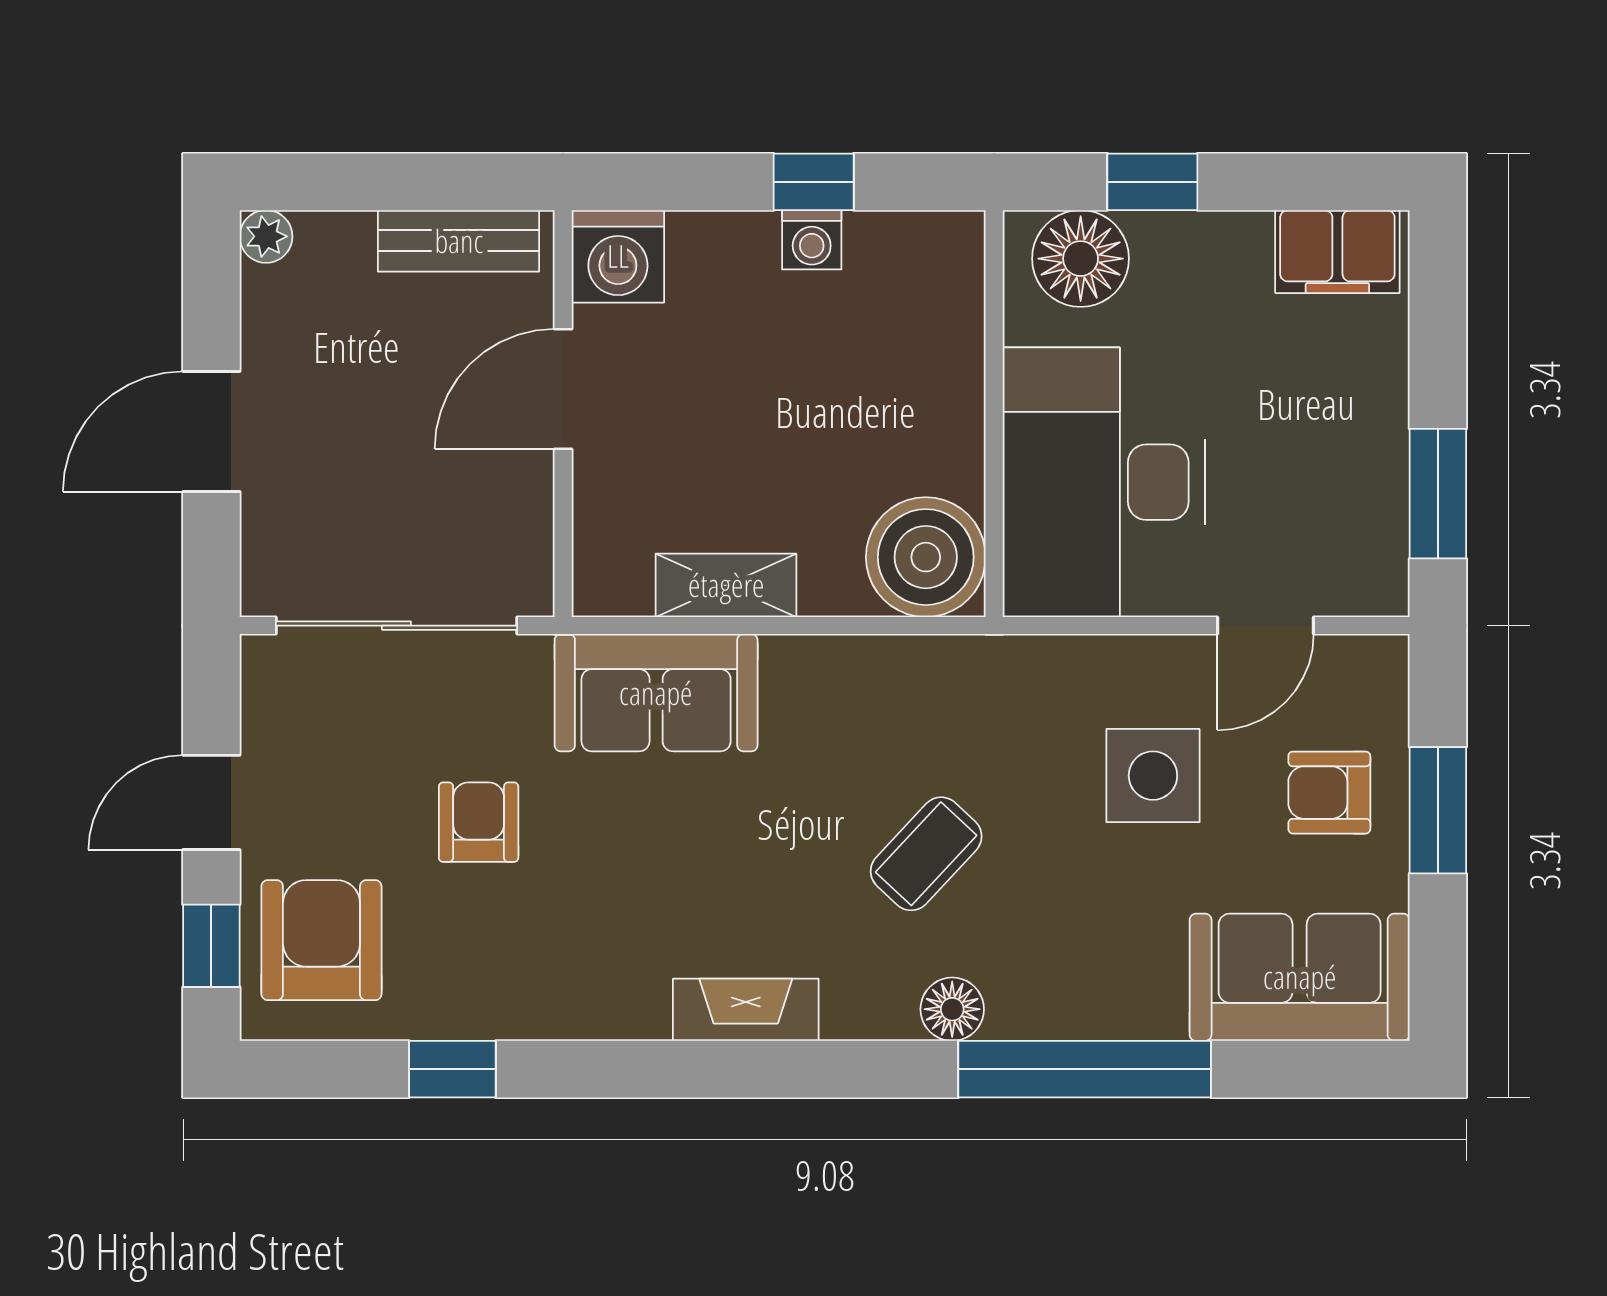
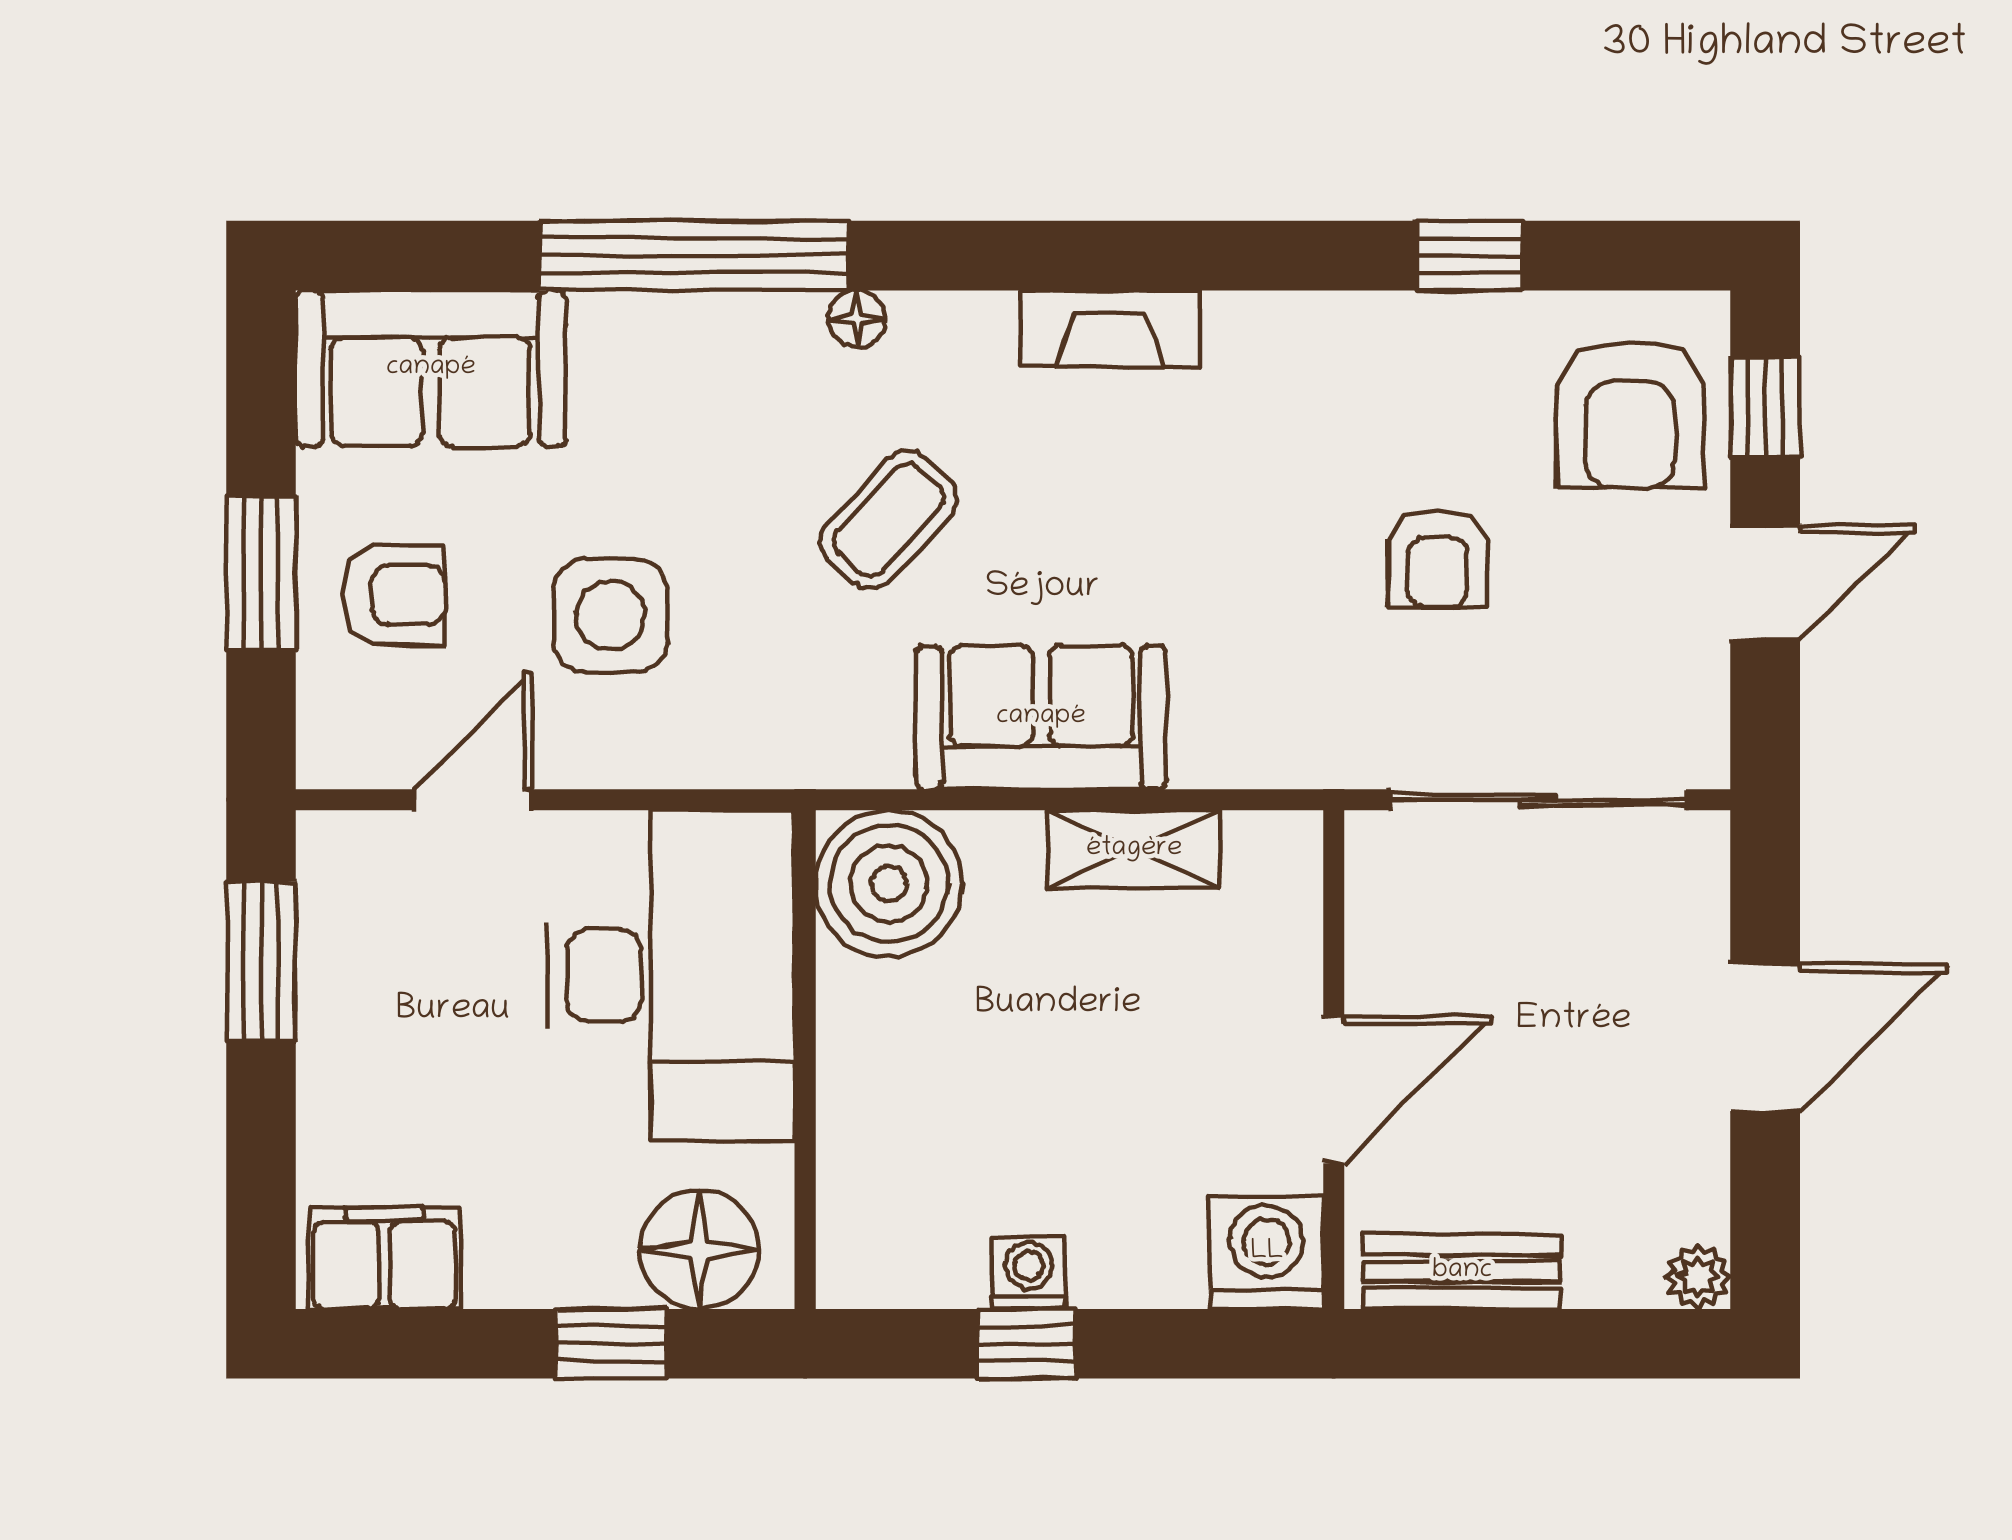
sofa: (656, 693) -> (1041, 717), moved
floor lamp: (952, 1009) -> (857, 319), width x0.73, depth x0.73

